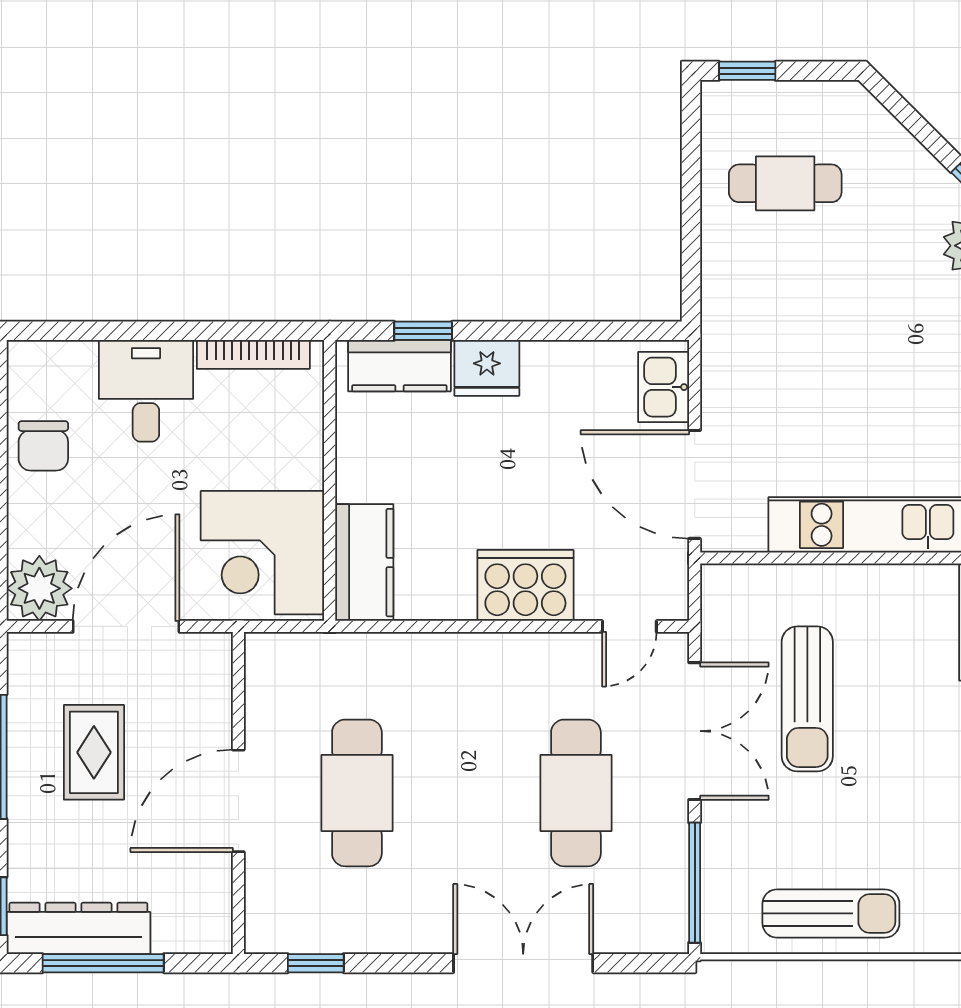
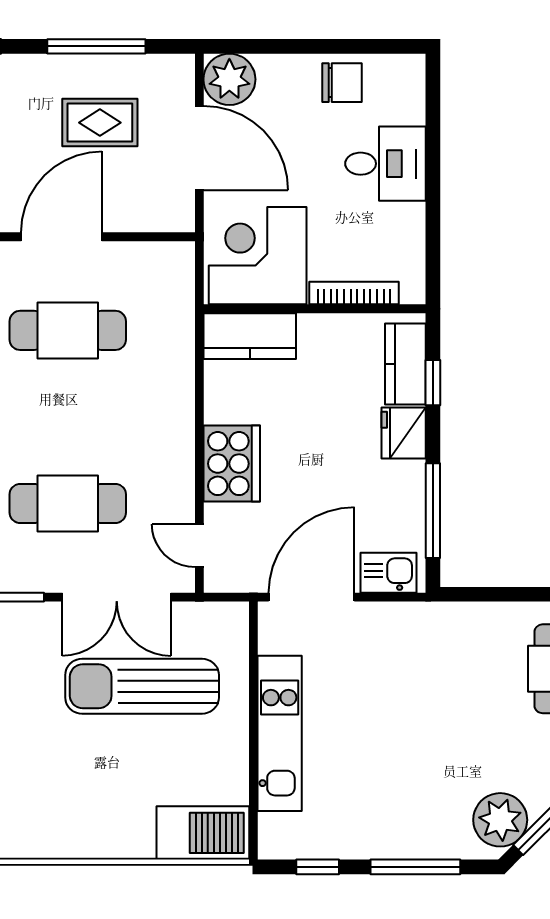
window: (585, 331) -> (433, 511), added
bookcase: (253, 354) -> (354, 293), moved, turned 90
chair: (43, 446) -> (342, 83), turned 180
sun lounger: (807, 699) -> (142, 686), width x1.36, depth x1.34
door: (238, 801) -> (62, 237), hinge flipped

